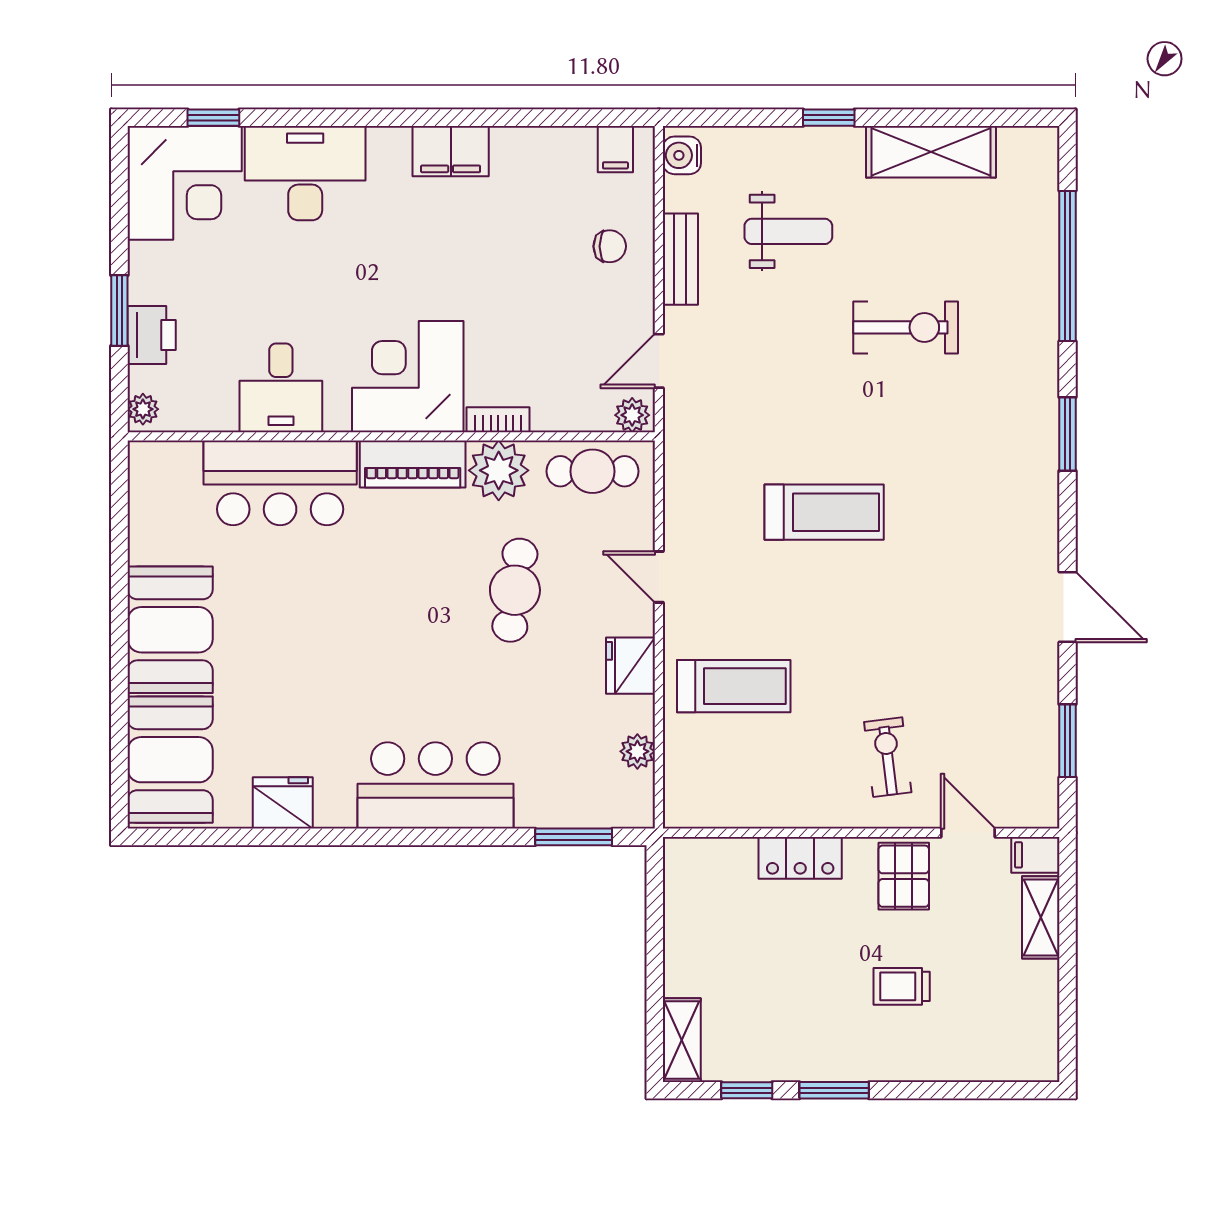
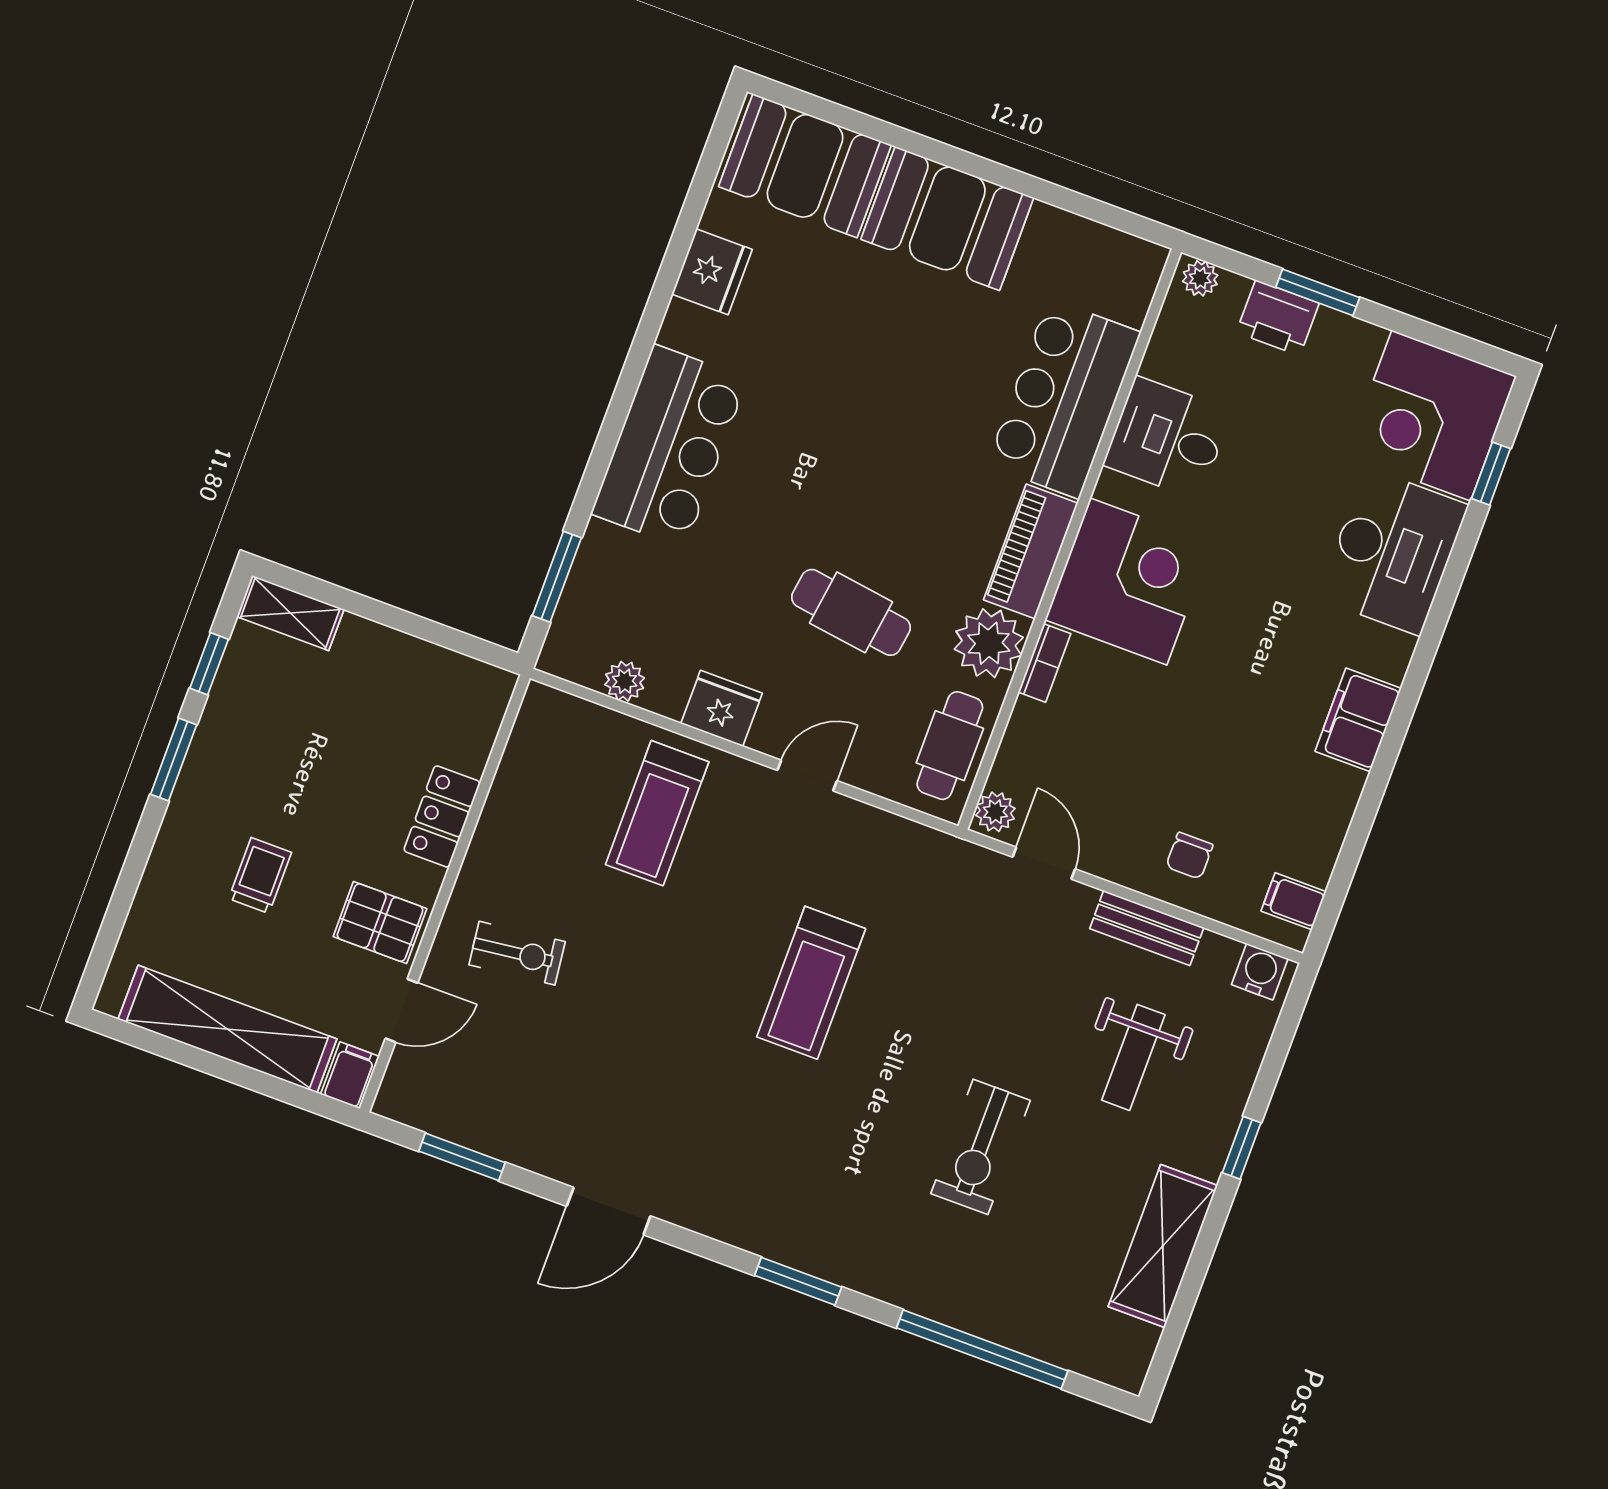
shelving: (1041, 917) -> (227, 1029), width x2.20, depth x1.33

